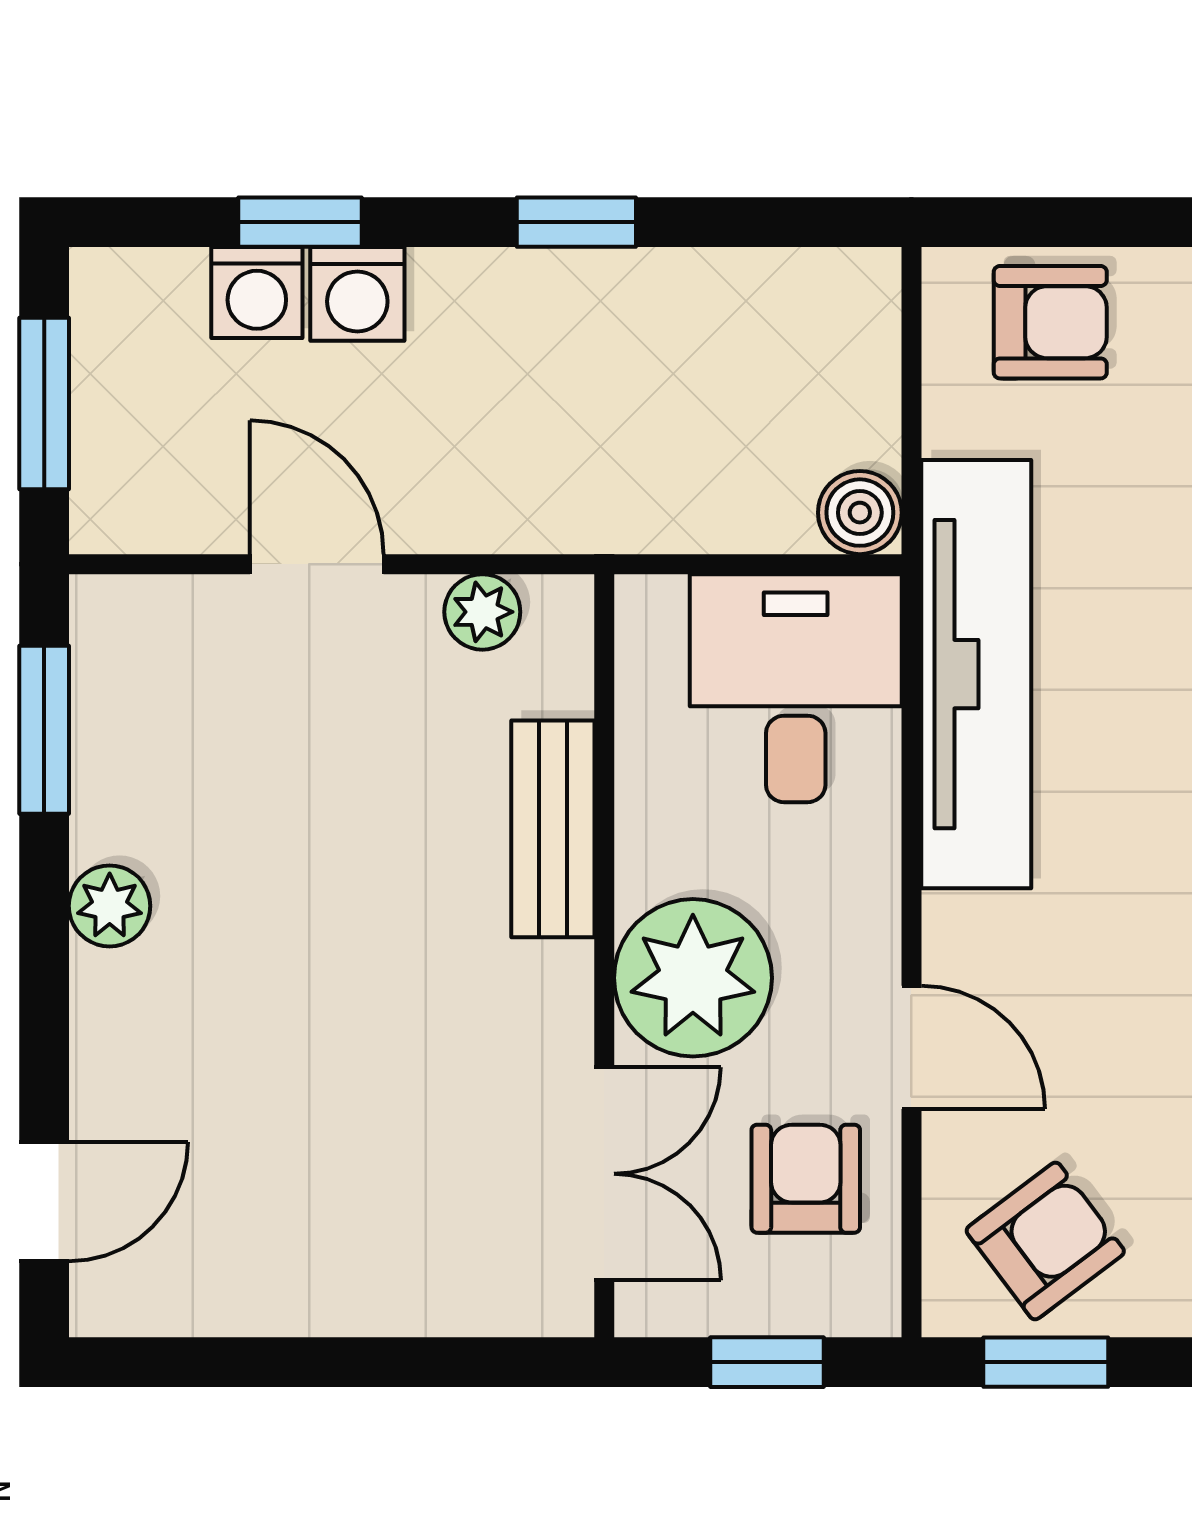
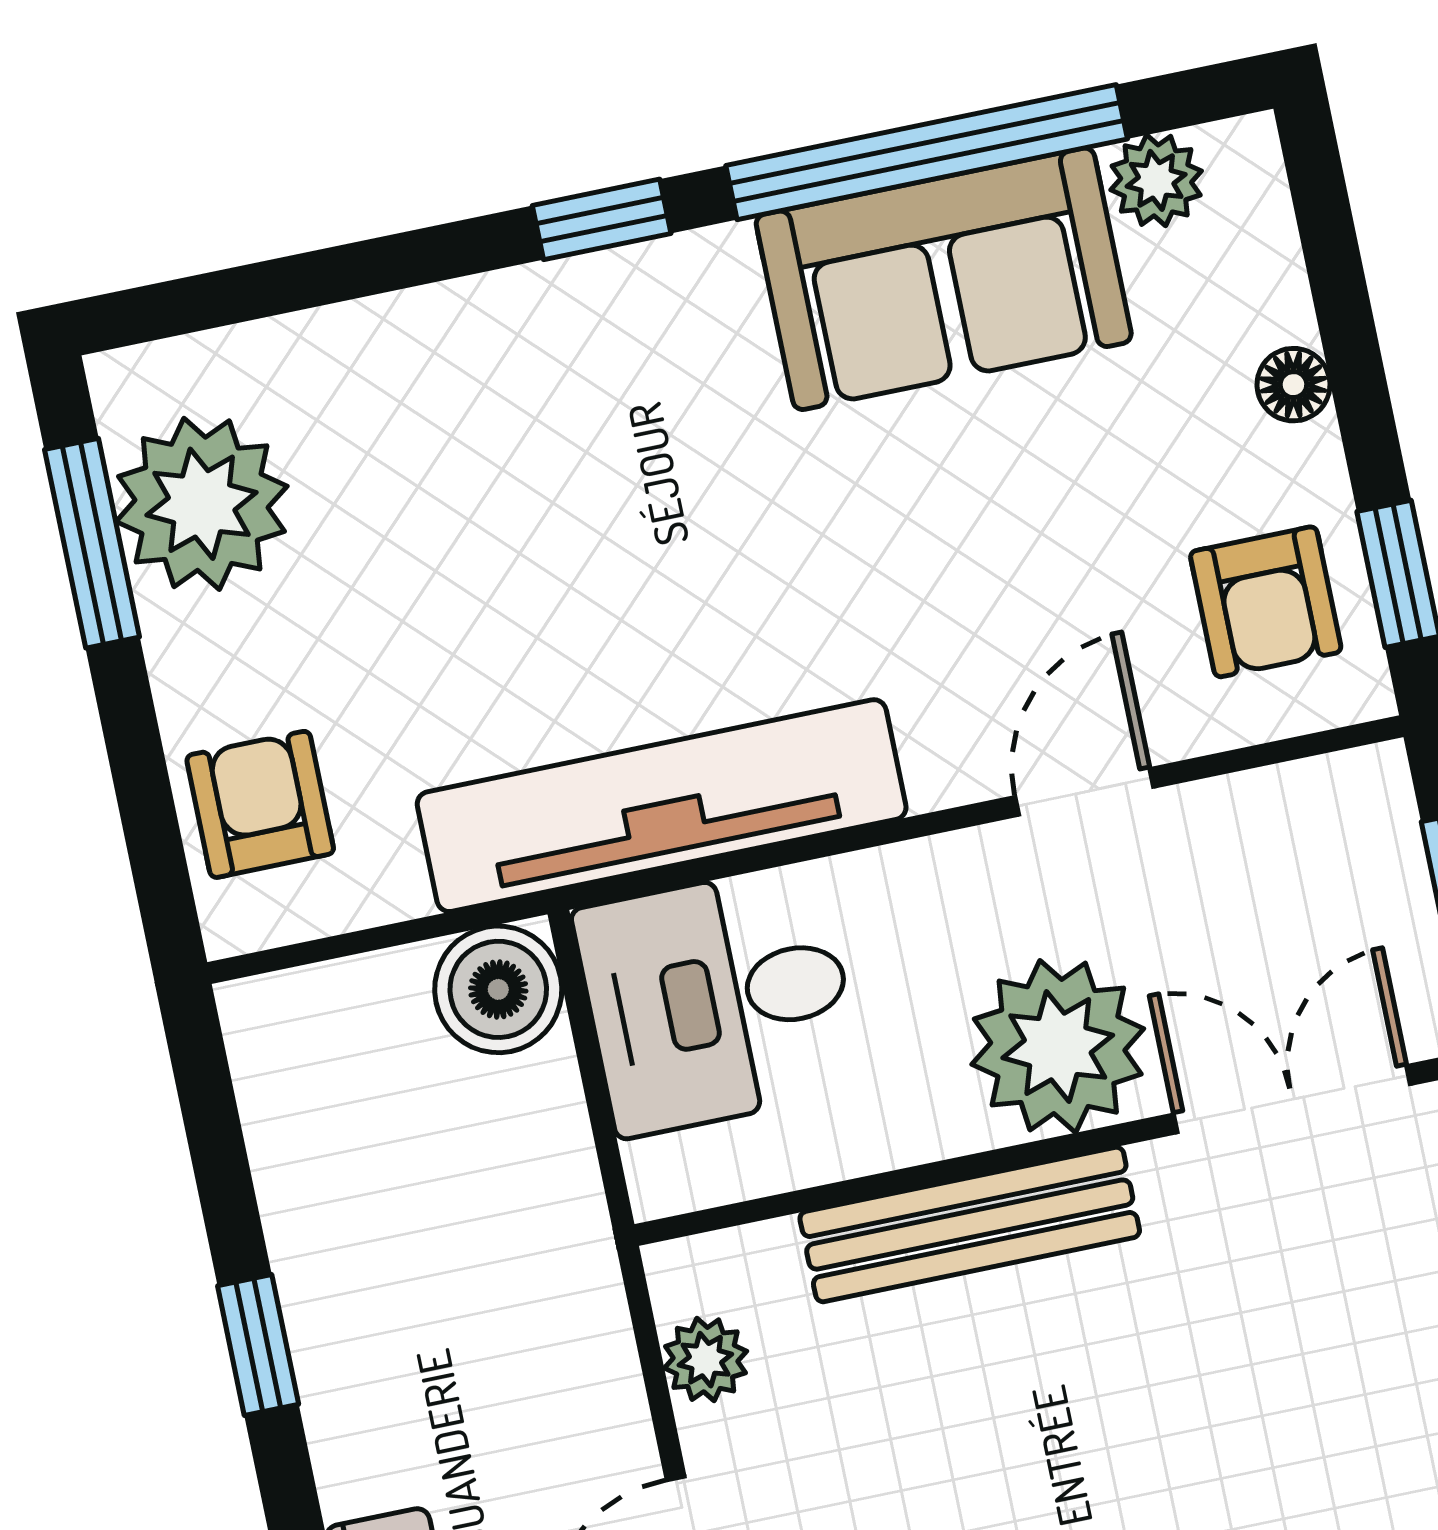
boiler: (860, 513) -> (498, 989), width x1.36, depth x1.36
bench: (553, 829) -> (970, 1225), width x1.36
armchair: (806, 1179) -> (1252, 878), removed
armchair: (1045, 1241) -> (1266, 602), turned -143

